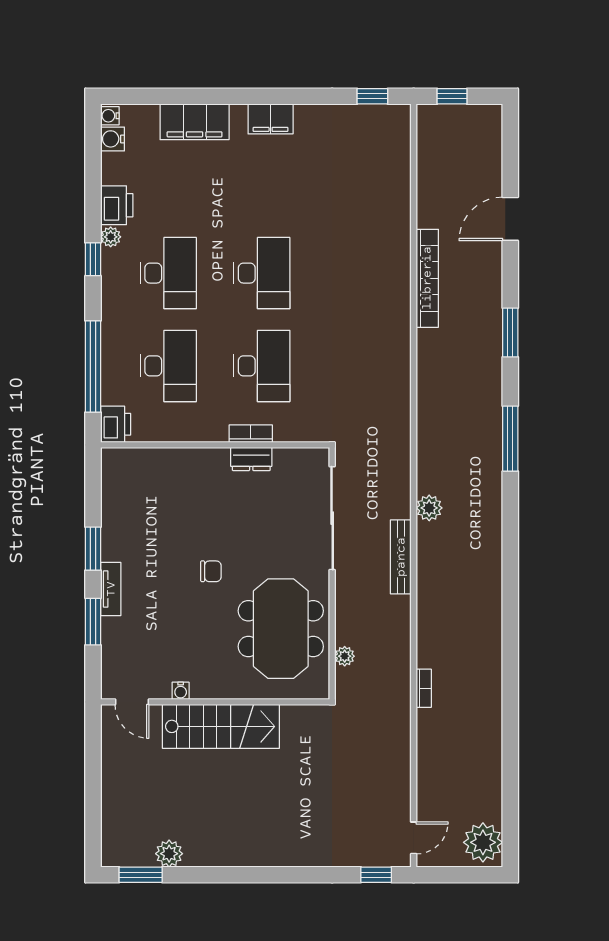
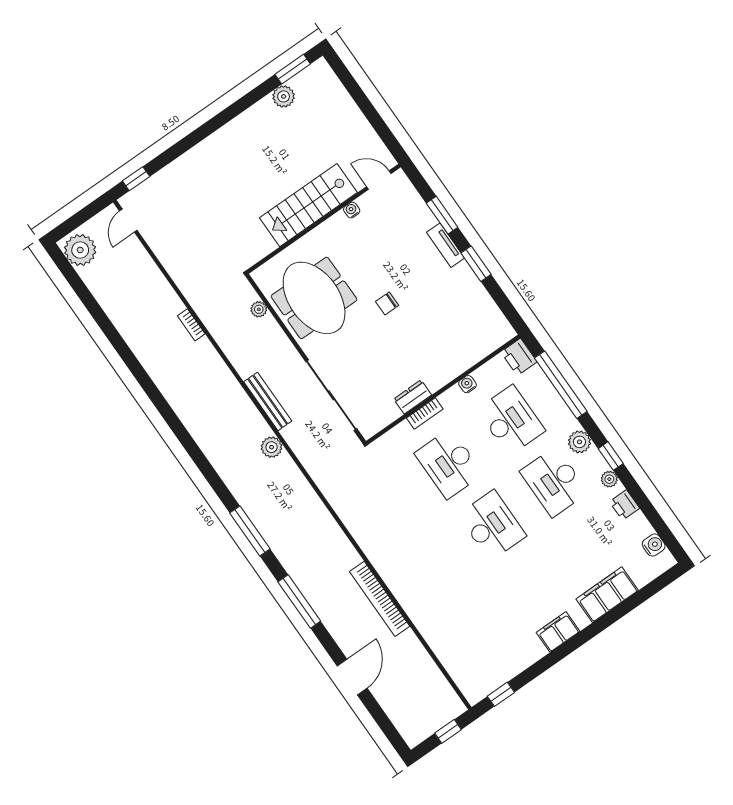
water cooler: (110, 116) -> (467, 384), moved, turned -90
printer: (117, 205) -> (625, 505), width x0.73, depth x0.81
desk: (262, 273) -> (492, 525), turned 180
plant: (115, 296) -> (579, 442), added
window: (510, 332) -> (299, 601), width x1.44
desk: (168, 366) -> (511, 420), turned 180

